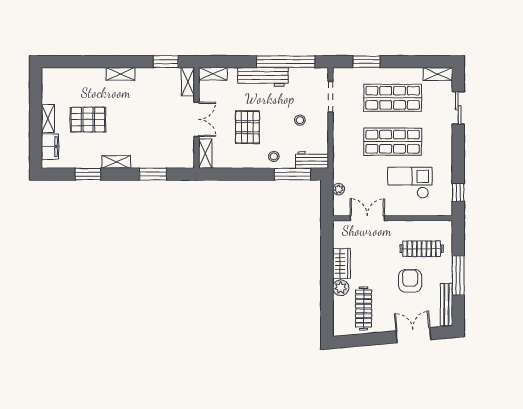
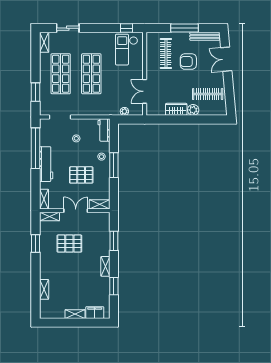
window: (166, 62) -> (35, 243), moved
shelving: (121, 74) -> (44, 289), moved
pallet: (88, 120) -> (69, 244), moved, turned 90
window: (292, 174) -> (114, 165), moved
checkout: (410, 183) -> (127, 50), moved

